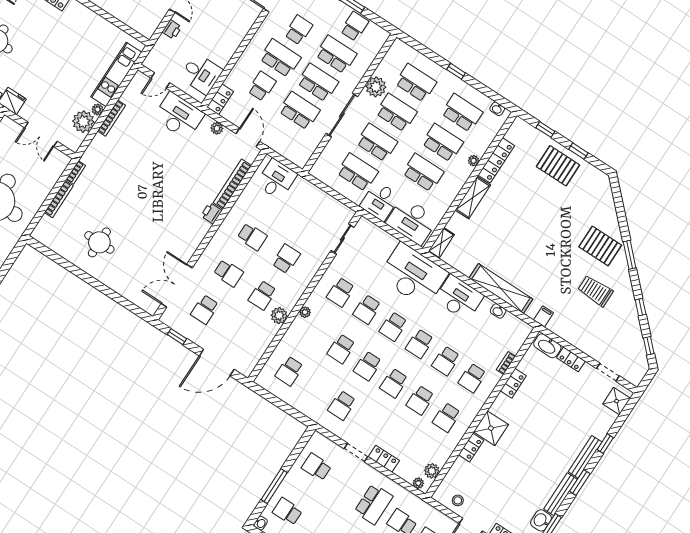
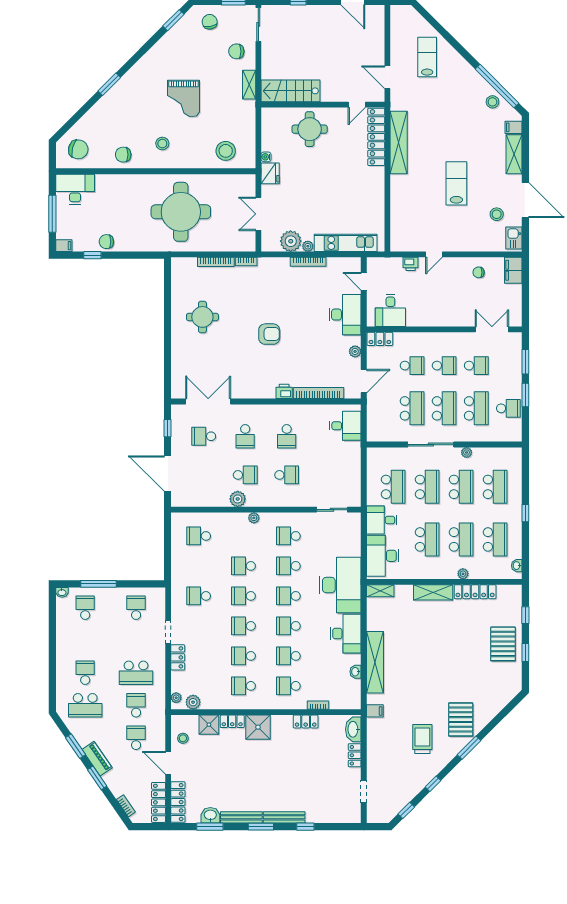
school desk: (280, 58) -> (444, 366), width x0.54
plant: (376, 87) -> (467, 452), width x0.53, depth x0.53
armchair: (152, 194) -> (269, 334), added
school desk: (262, 295) -> (245, 475), turned 180
shower: (617, 401) -> (209, 725), moved

